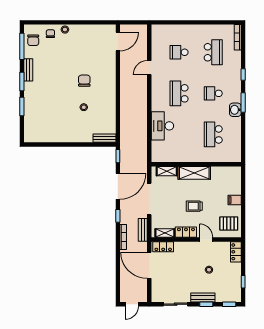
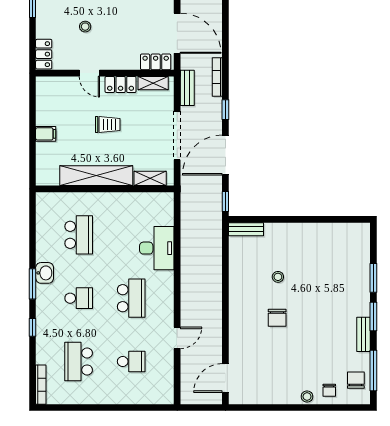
shelving: (194, 173) -> (96, 176), width x1.47
pallet: (229, 224) -> (55, 98), removed

